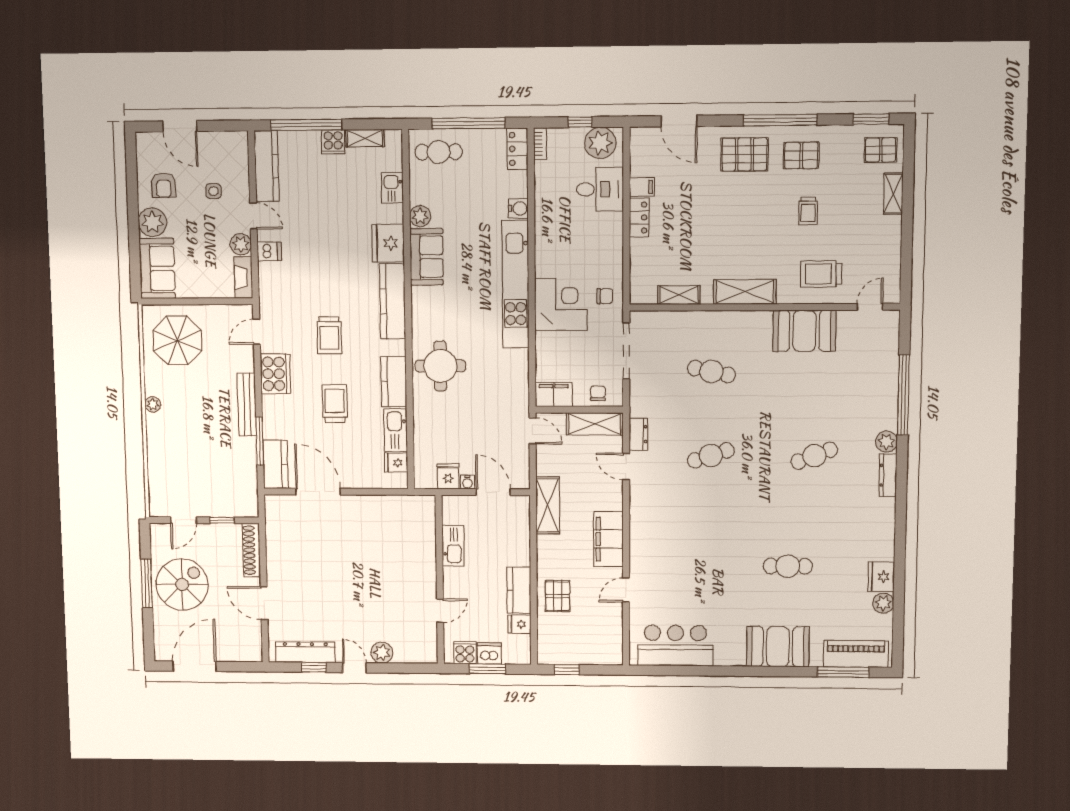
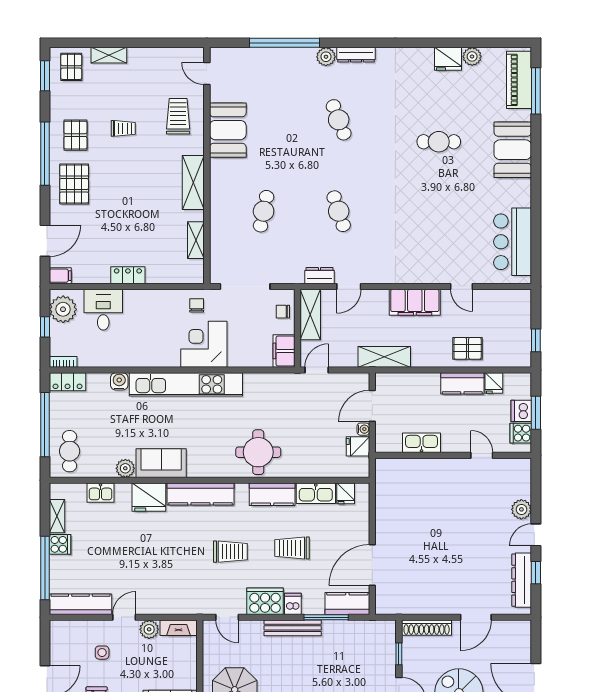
filing cabinet: (642, 187) -> (60, 276), moved, turned 90
dishwasher: (269, 251) -> (293, 604), moved
trolley: (821, 274) -> (178, 116), turned 180
cafe table: (788, 566) -> (439, 142), turned 90

